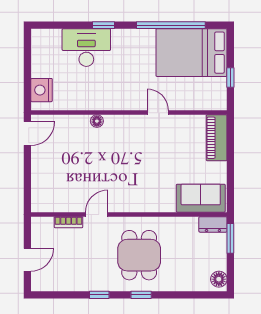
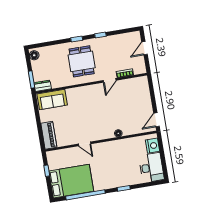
desk: (86, 48) -> (151, 168), moved, turned -90

